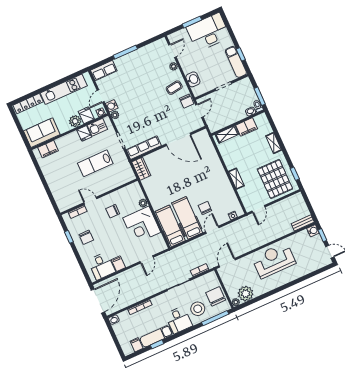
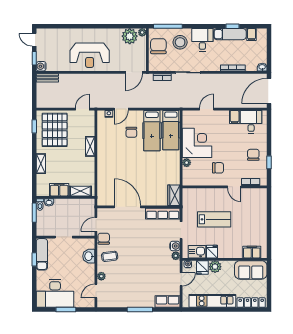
water cooler: (112, 106) -> (175, 246), moved
door: (212, 230) -> (121, 109), moved
chair: (216, 296) -> (158, 46), turned 180

